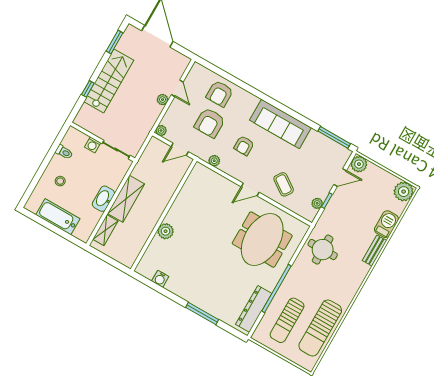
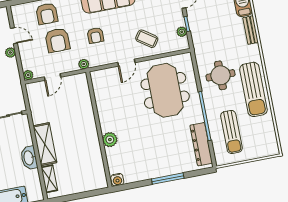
wall: (164, 215) -> (99, 129), moved
plant: (166, 231) -> (110, 140), moved
round table: (323, 250) -> (220, 75), moved
sun lounger: (320, 328) -> (253, 89), moved

